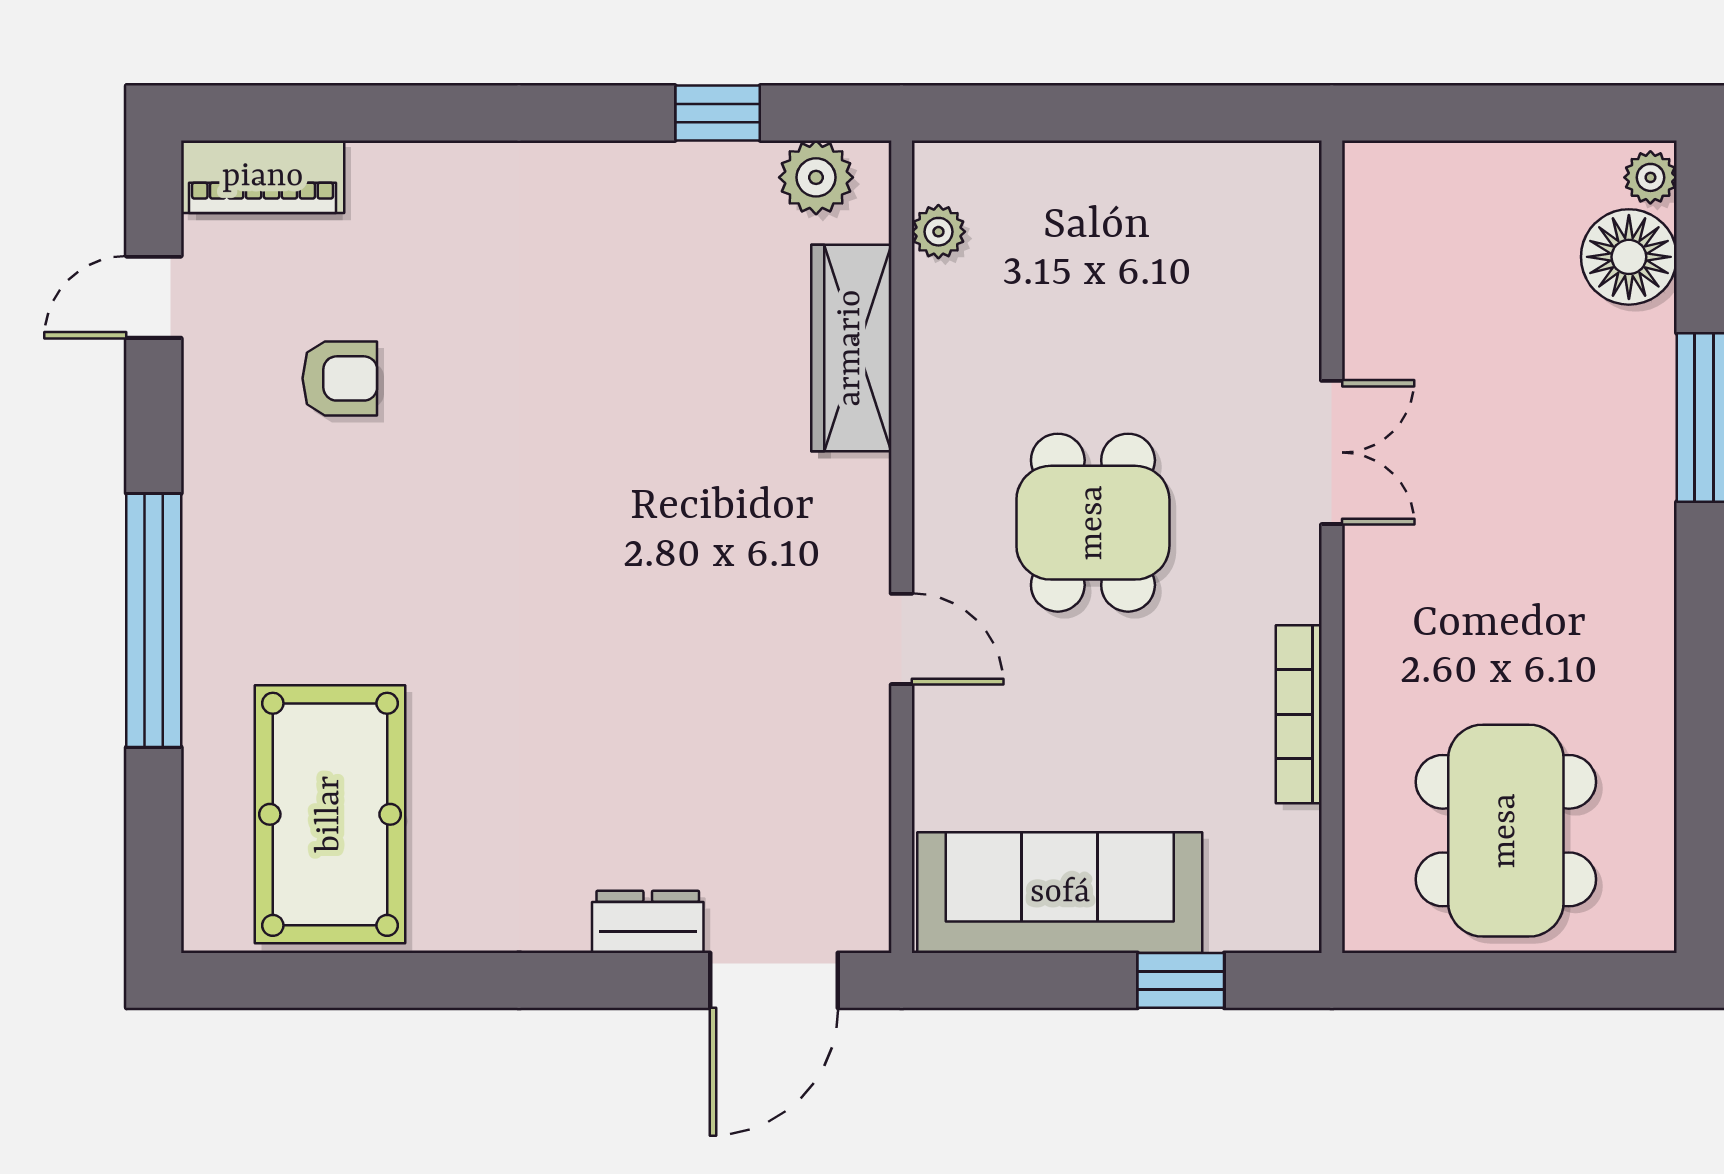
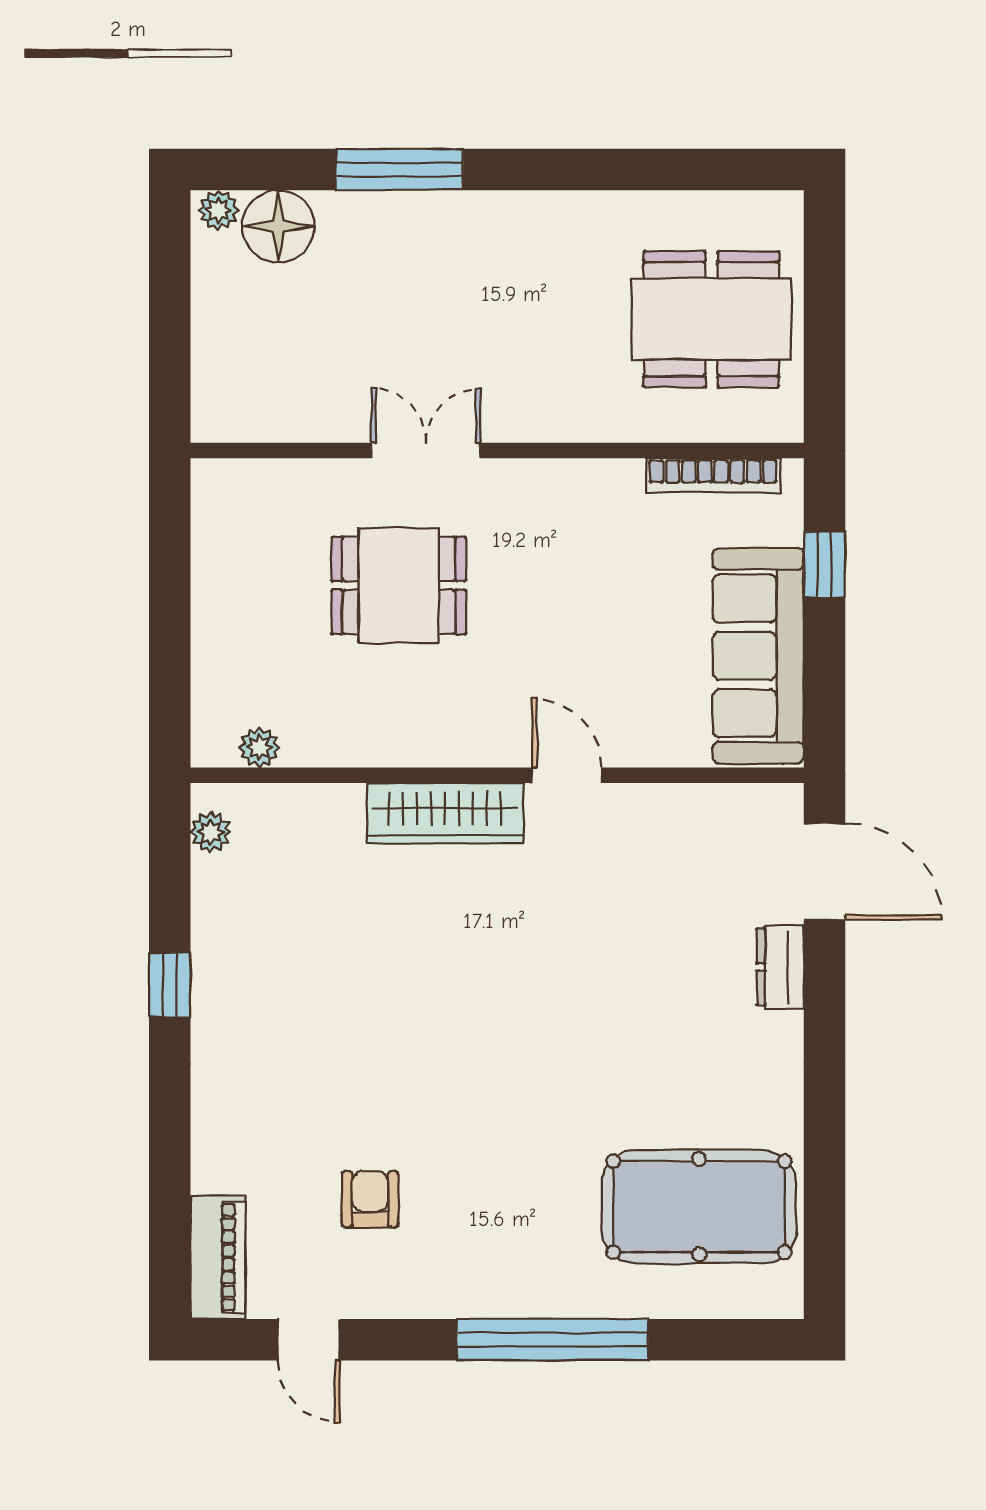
window: (718, 113) -> (170, 985), moved
plant: (816, 177) -> (211, 832), width x0.73, depth x0.73
wardrobe: (851, 348) -> (445, 813), moved
dining table: (1093, 523) -> (399, 585), moved
door: (902, 639) -> (567, 775), hinge flipped
bookcase: (1299, 714) -> (713, 475), moved

